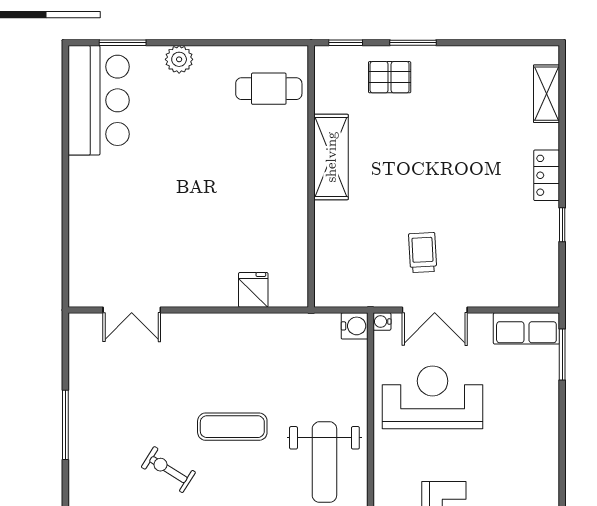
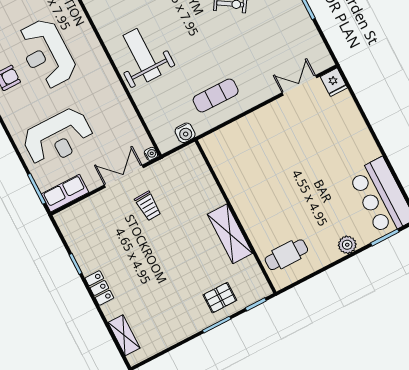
fridge: (253, 290) -> (334, 82), moved
water cooler: (355, 326) -> (185, 133), moved, turned -90
reception desk: (433, 397) -> (58, 137), moved
exercise mat: (232, 427) -> (216, 95), moved

